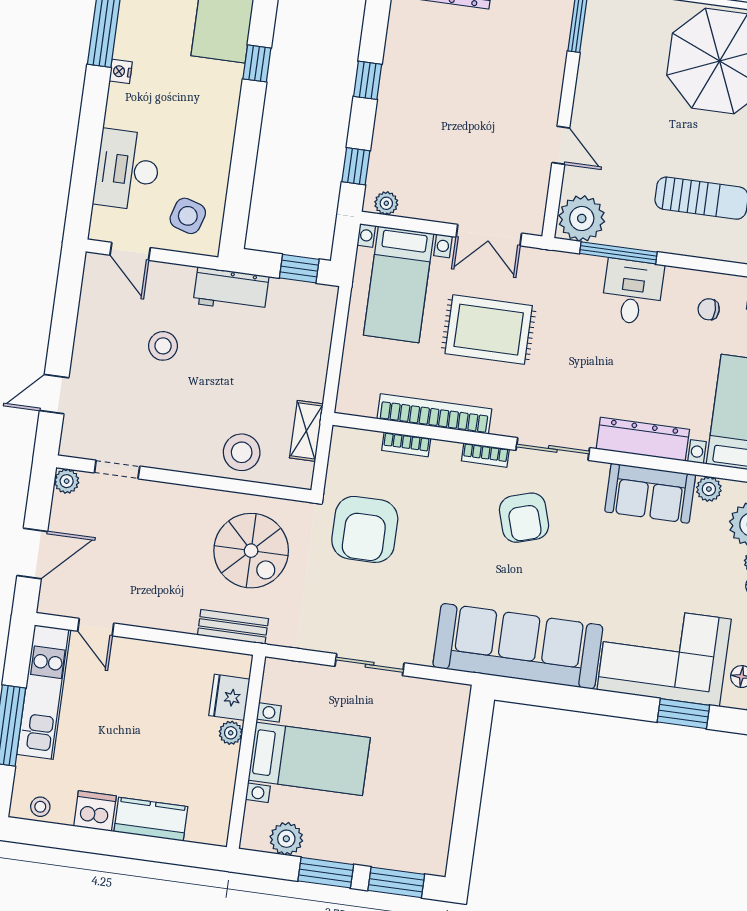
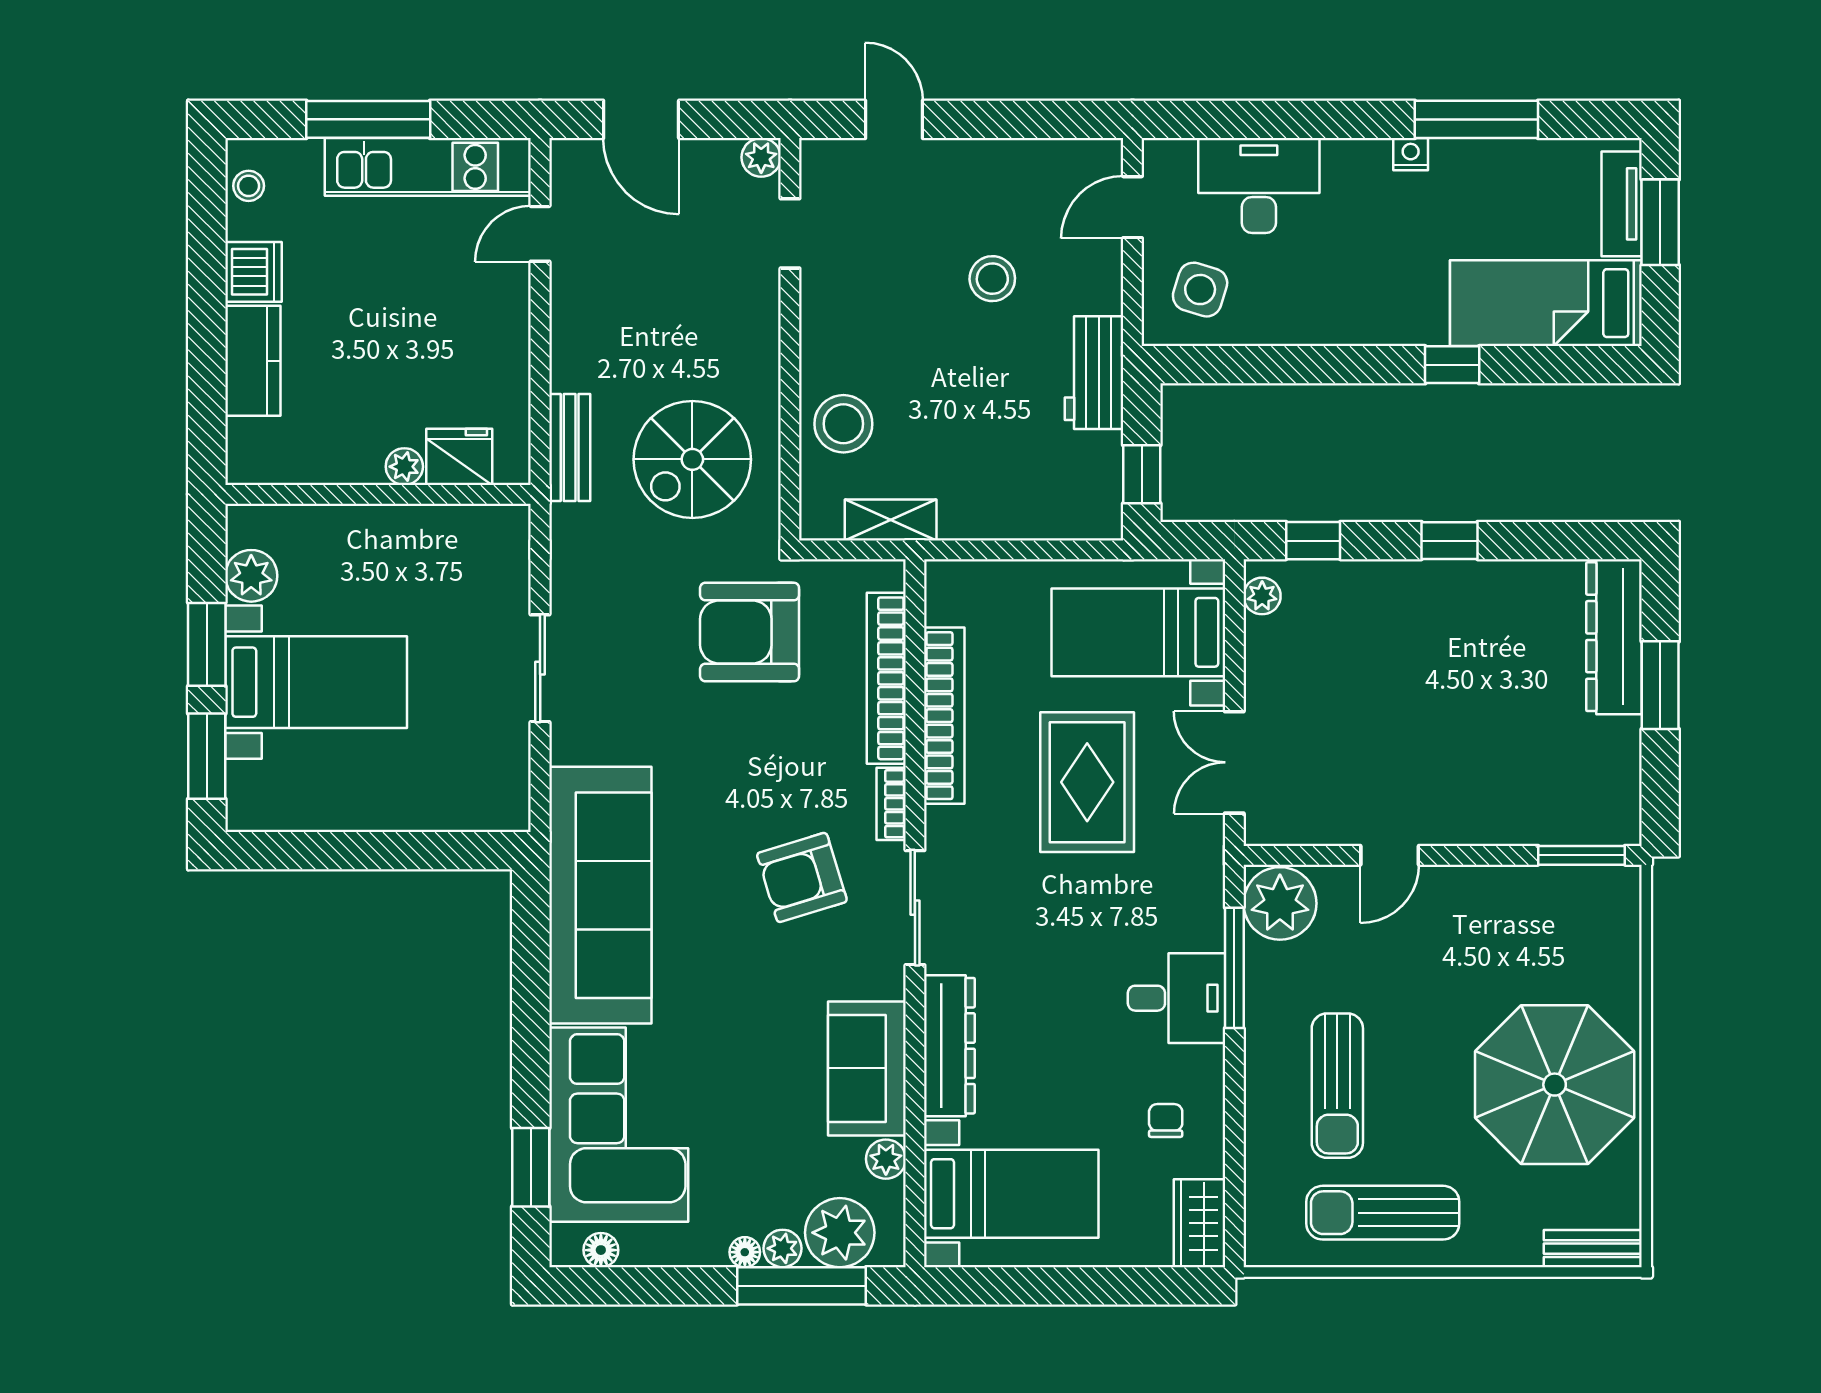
bookcase: (406, 444) -> (886, 678), width x2.31, depth x1.31
bed with nightstands: (309, 759) -> (316, 682), moved, turned -90

